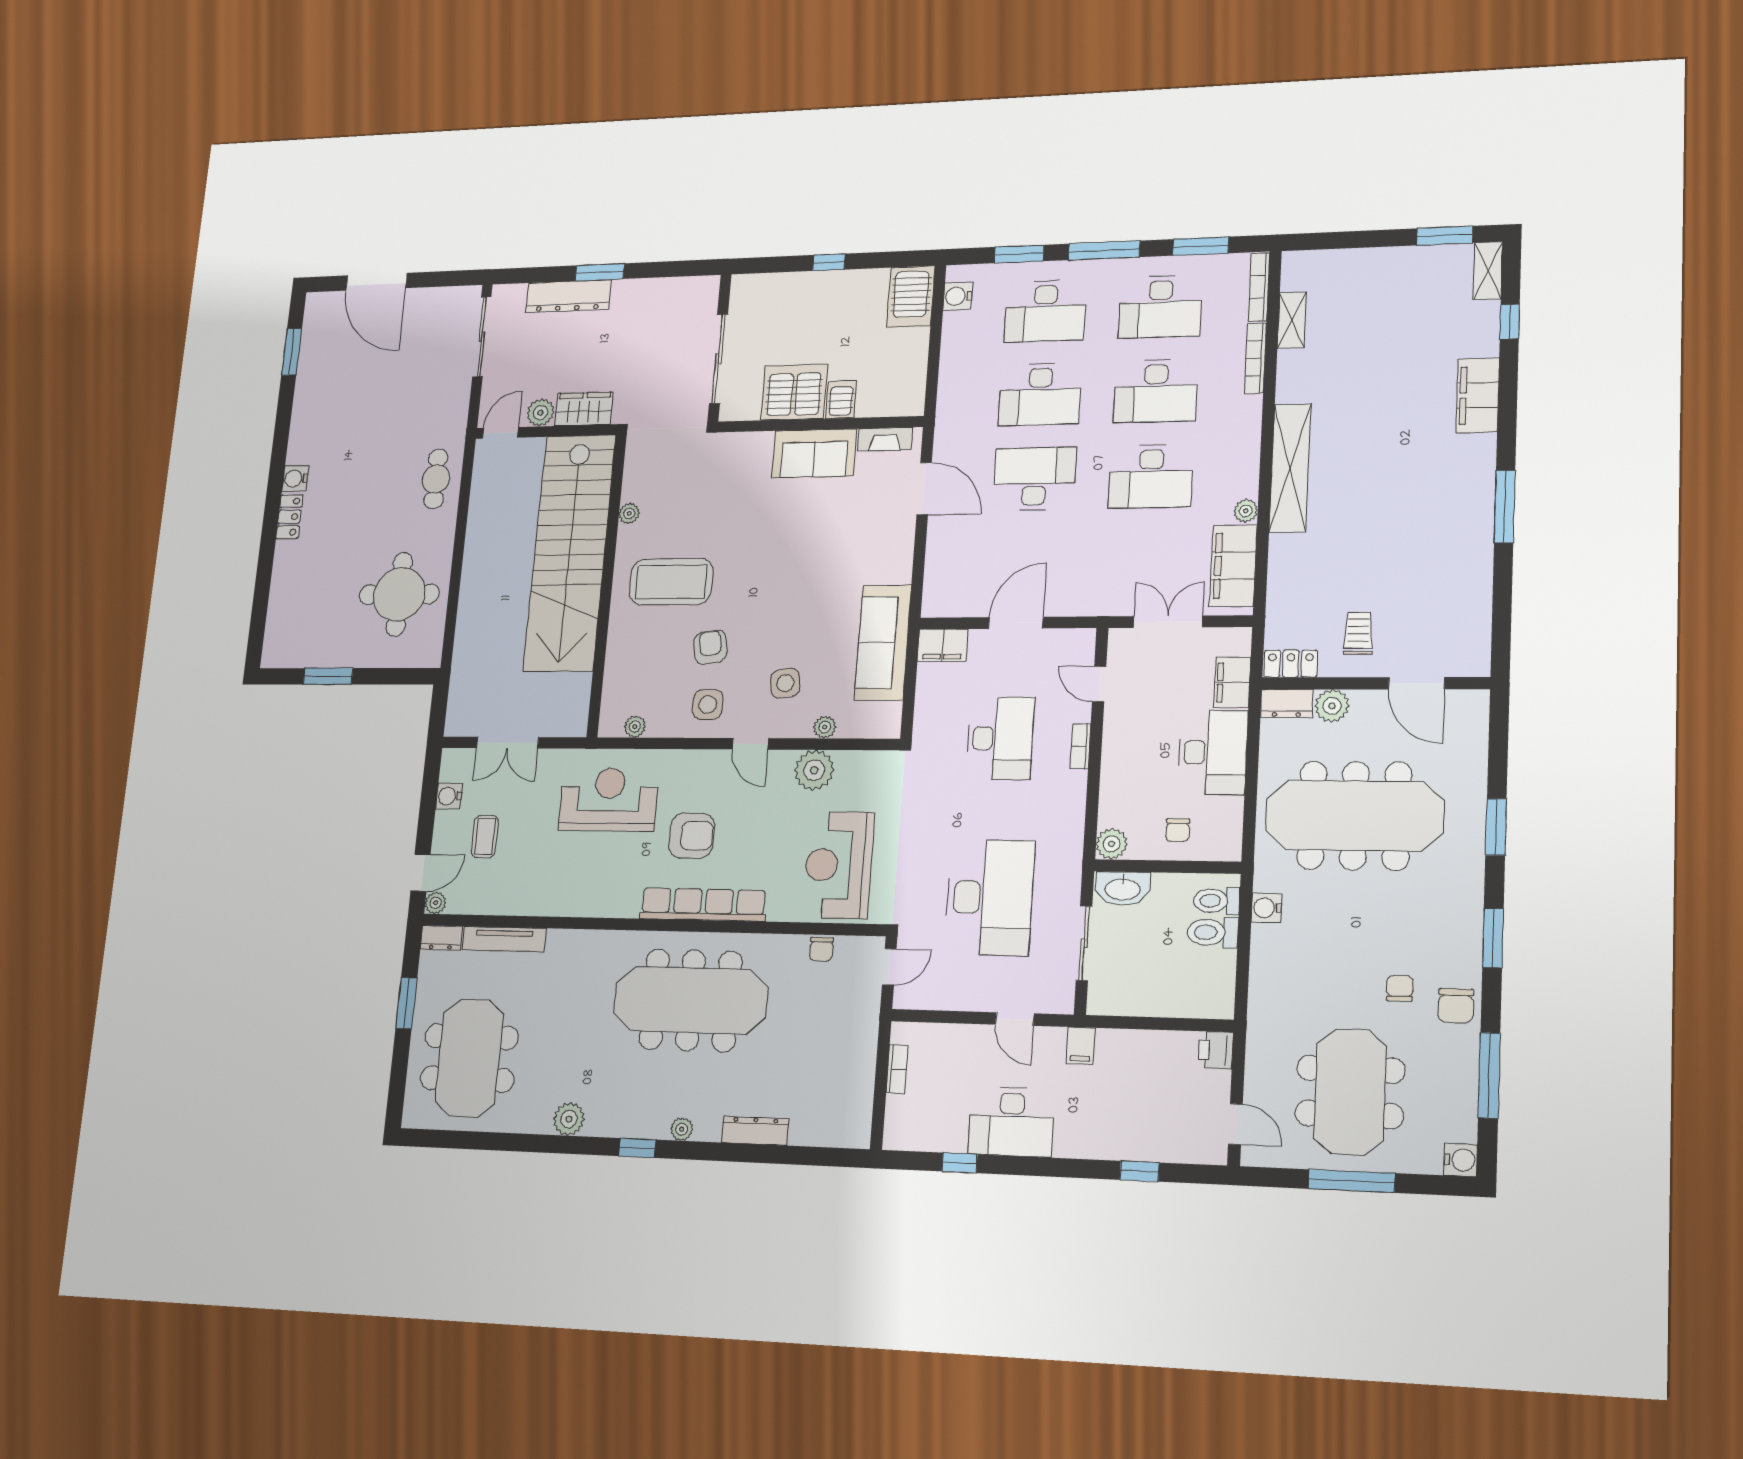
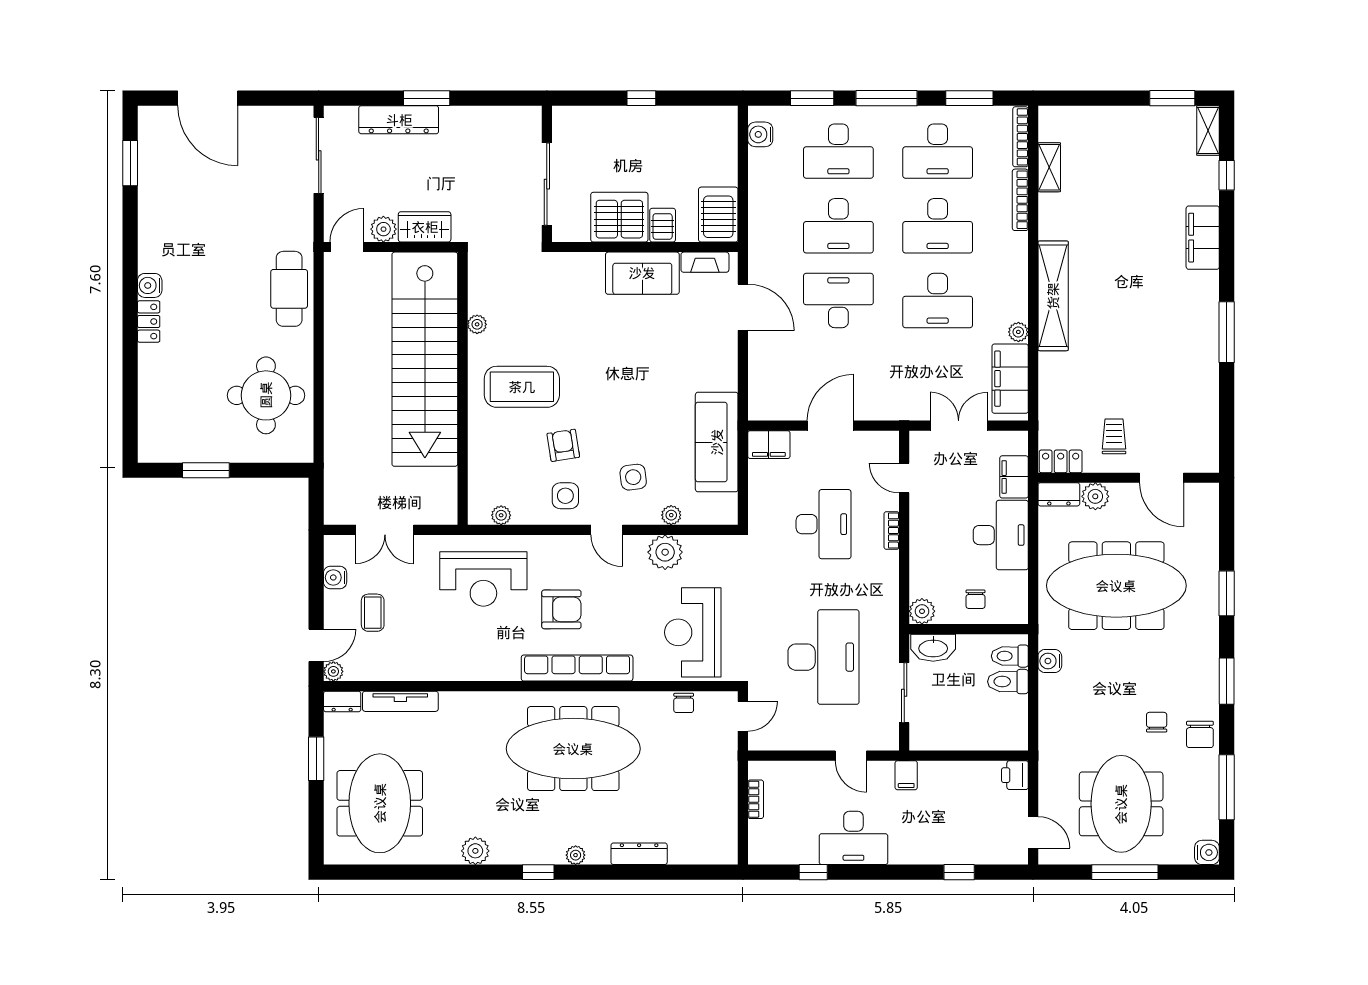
server rack: (911, 297) -> (718, 215), moved, turned 180
cafe table: (436, 479) -> (289, 289), width x1.37, depth x1.35
reception desk: (609, 799) -> (483, 579), turned 180

